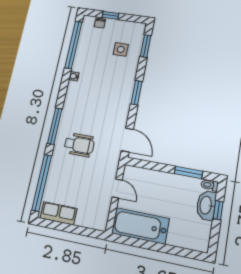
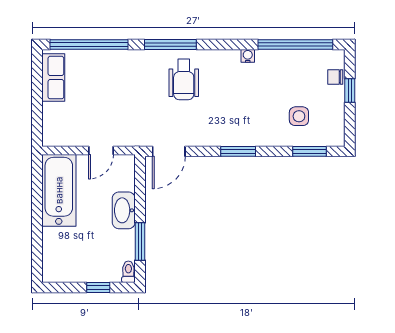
wheelchair: (79, 145) -> (184, 80), moved
washbasin: (206, 205) -> (124, 210), moved, turned -90

